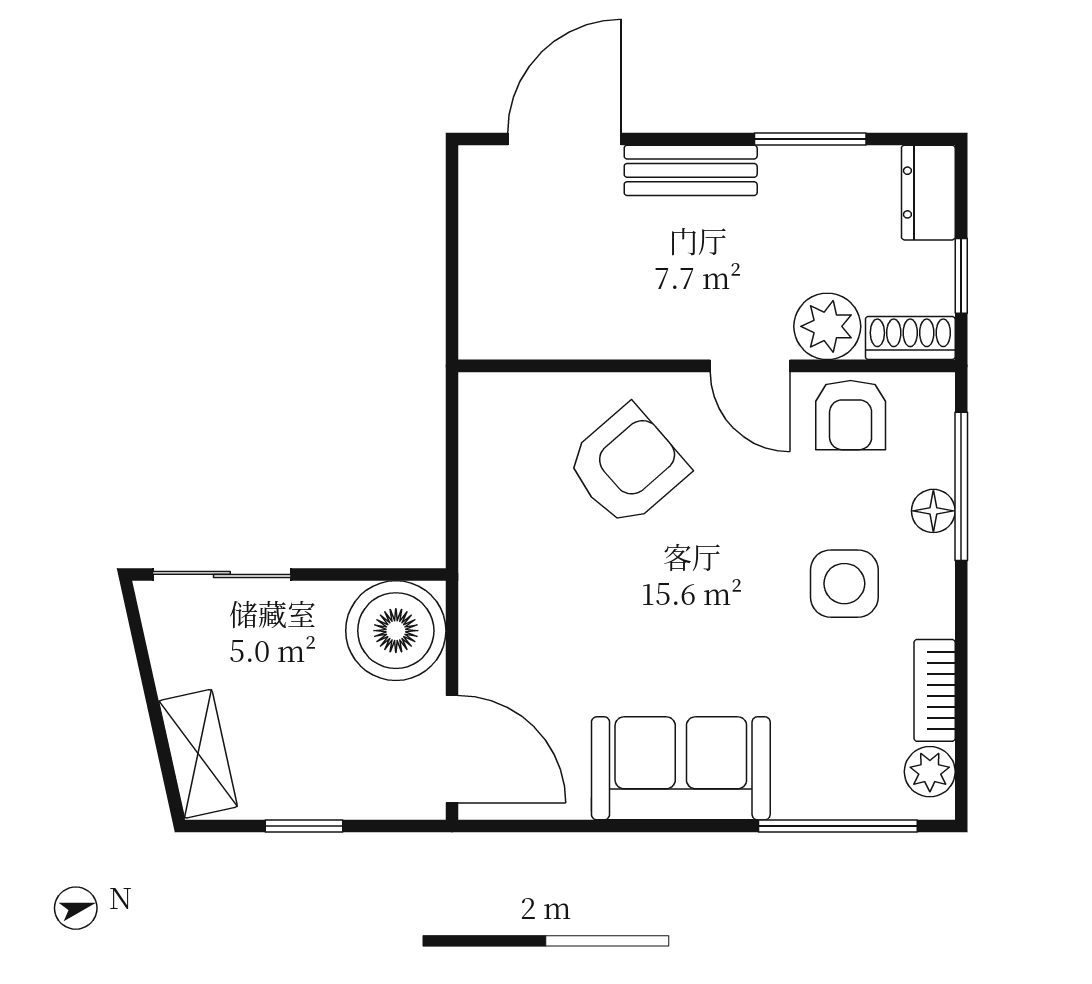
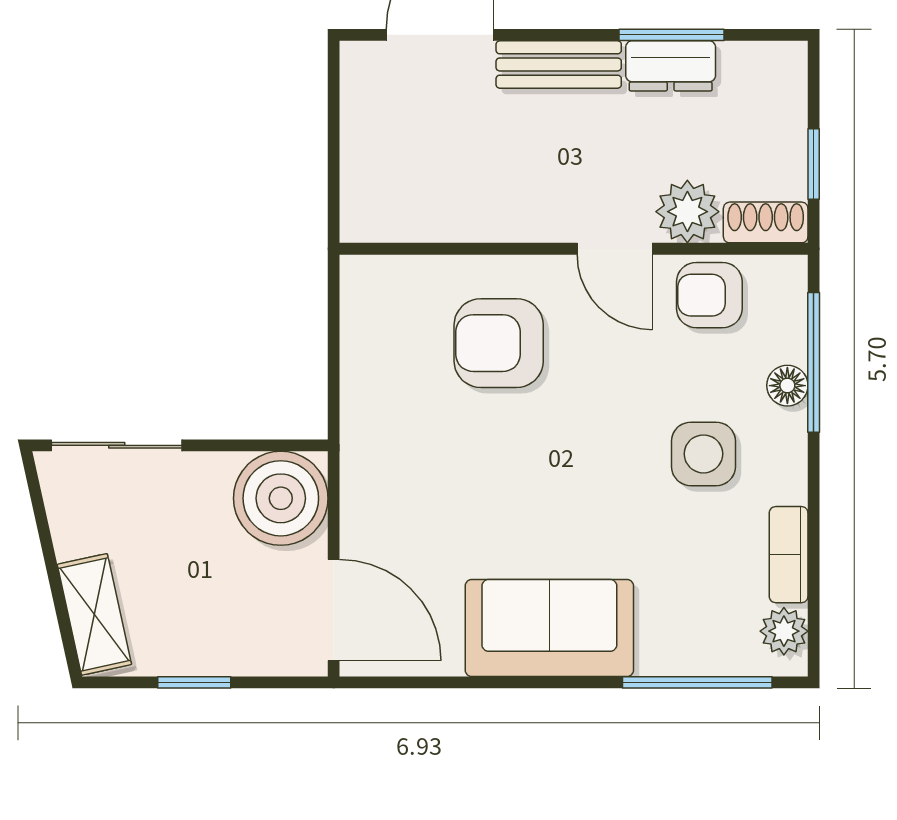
dresser: (928, 193) -> (671, 66), moved, turned -90
armchair: (851, 415) -> (709, 295), turned 90
armchair: (627, 466) -> (499, 343), turned -139

